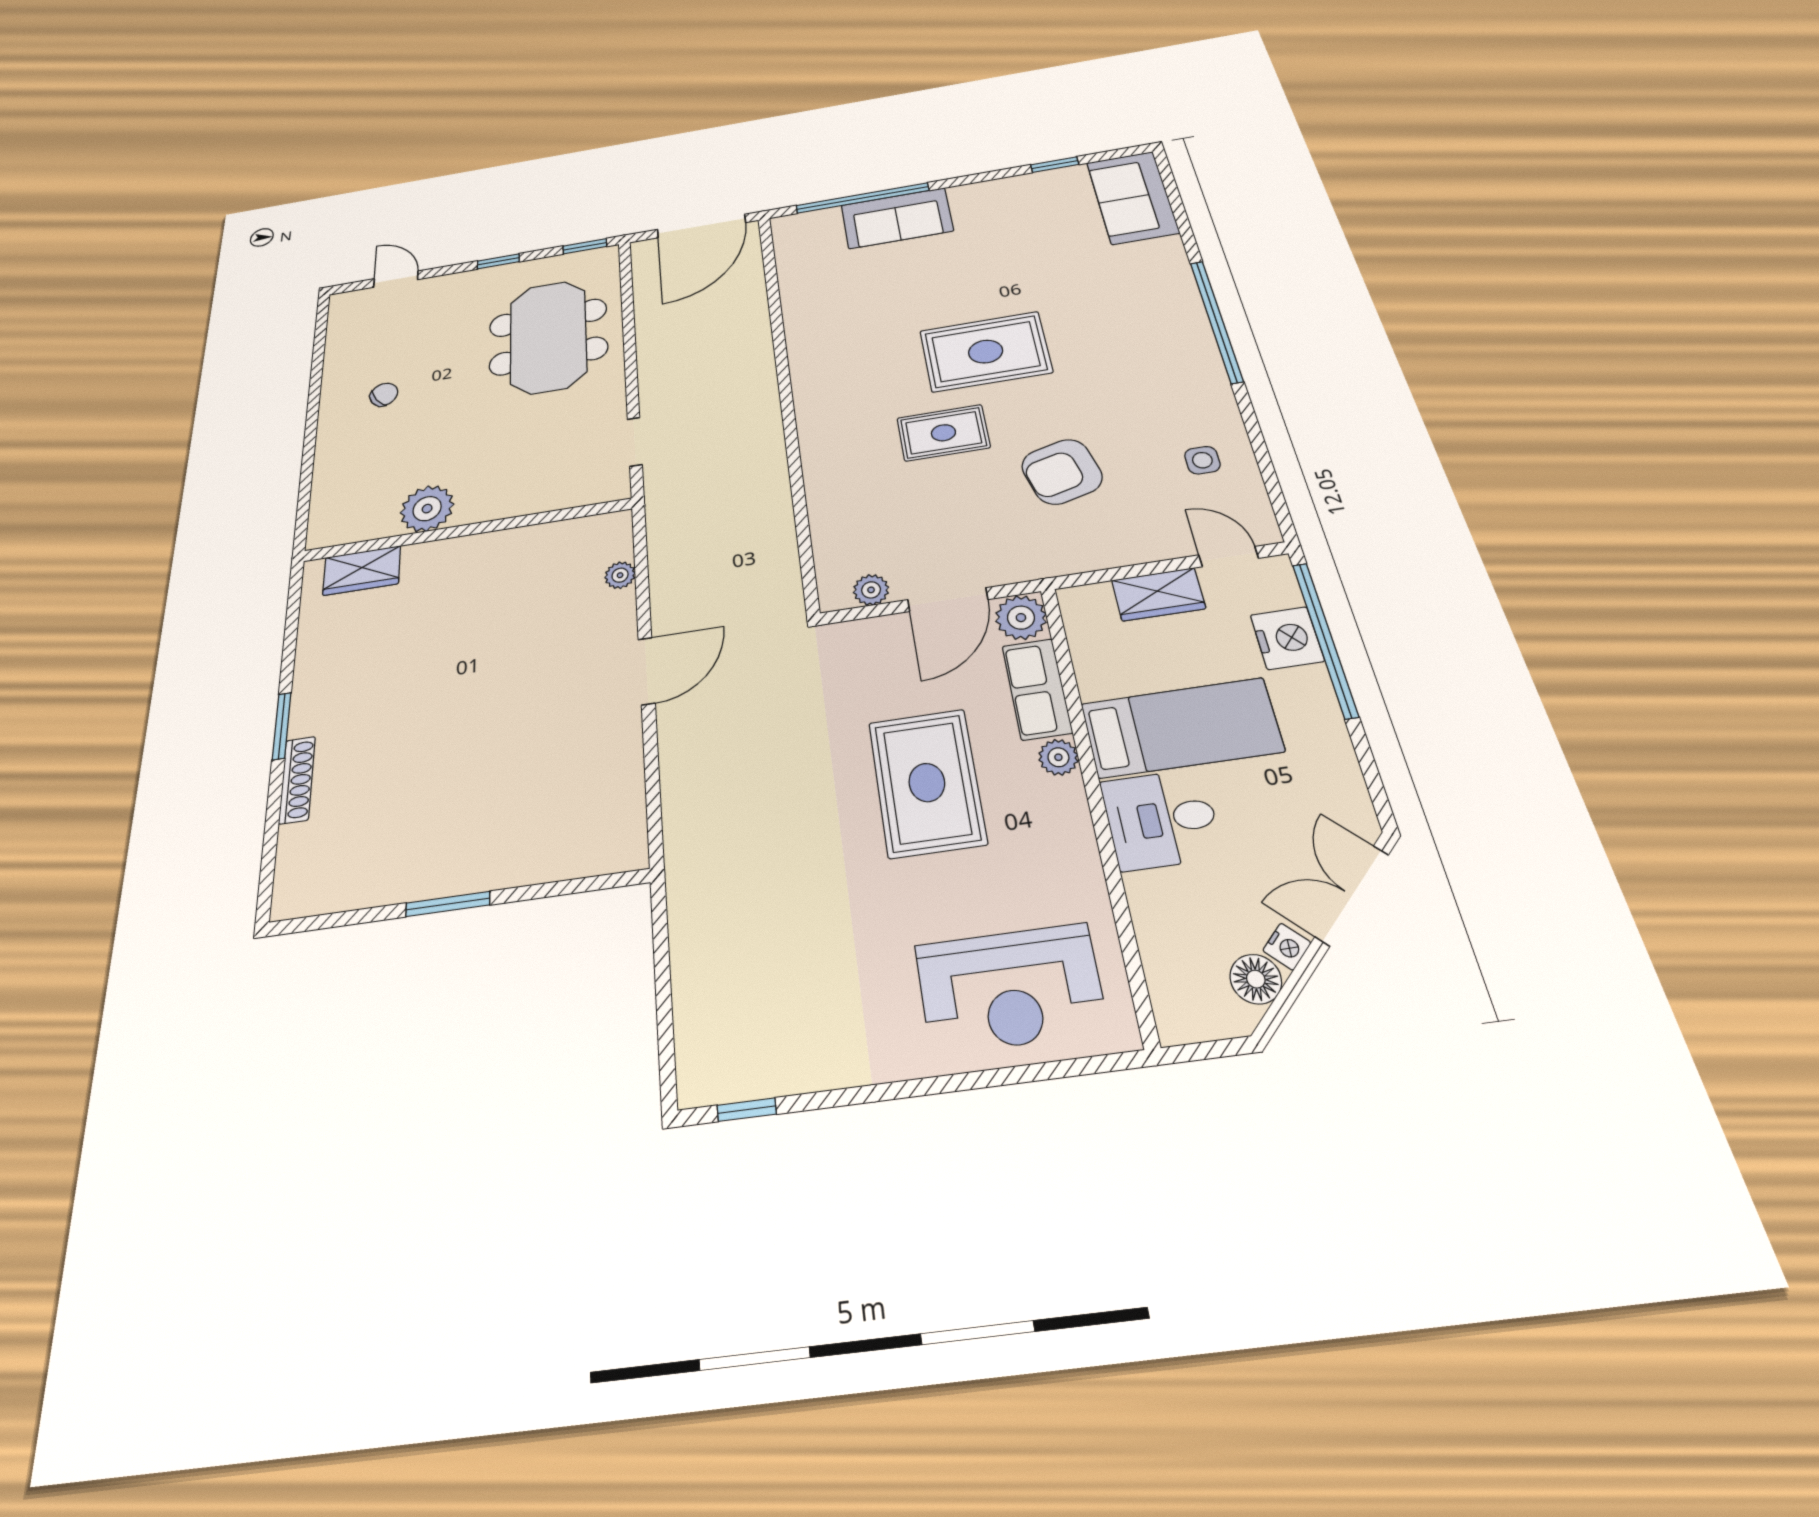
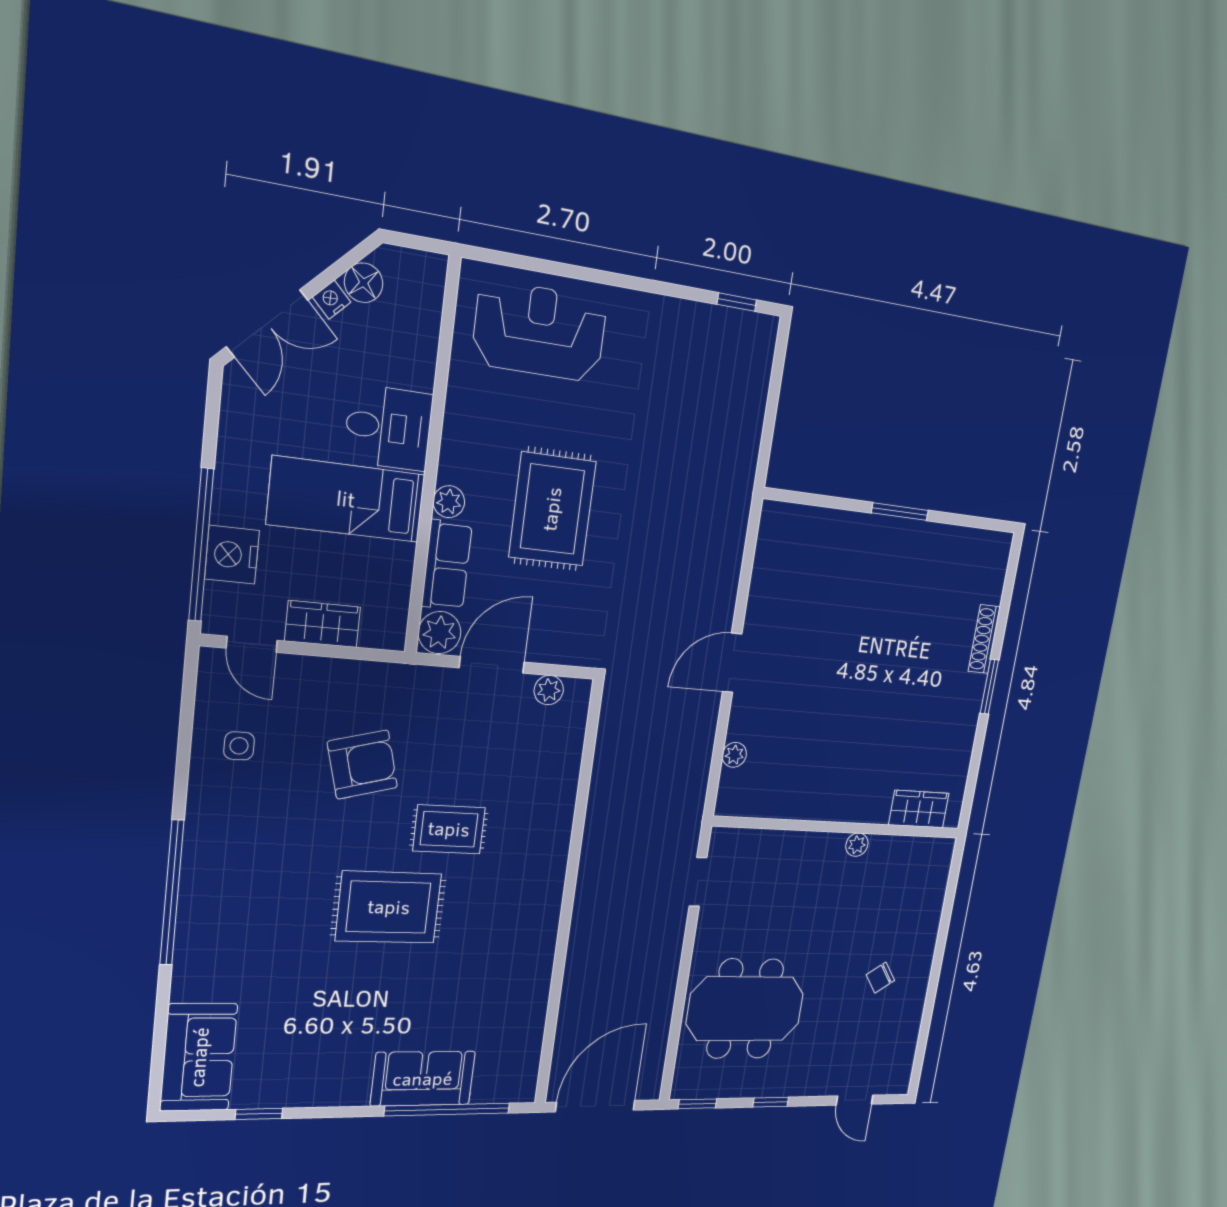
meeting table: (548, 337) -> (745, 1009), turned 90
plant: (427, 509) -> (857, 845), width x0.53, depth x0.53

